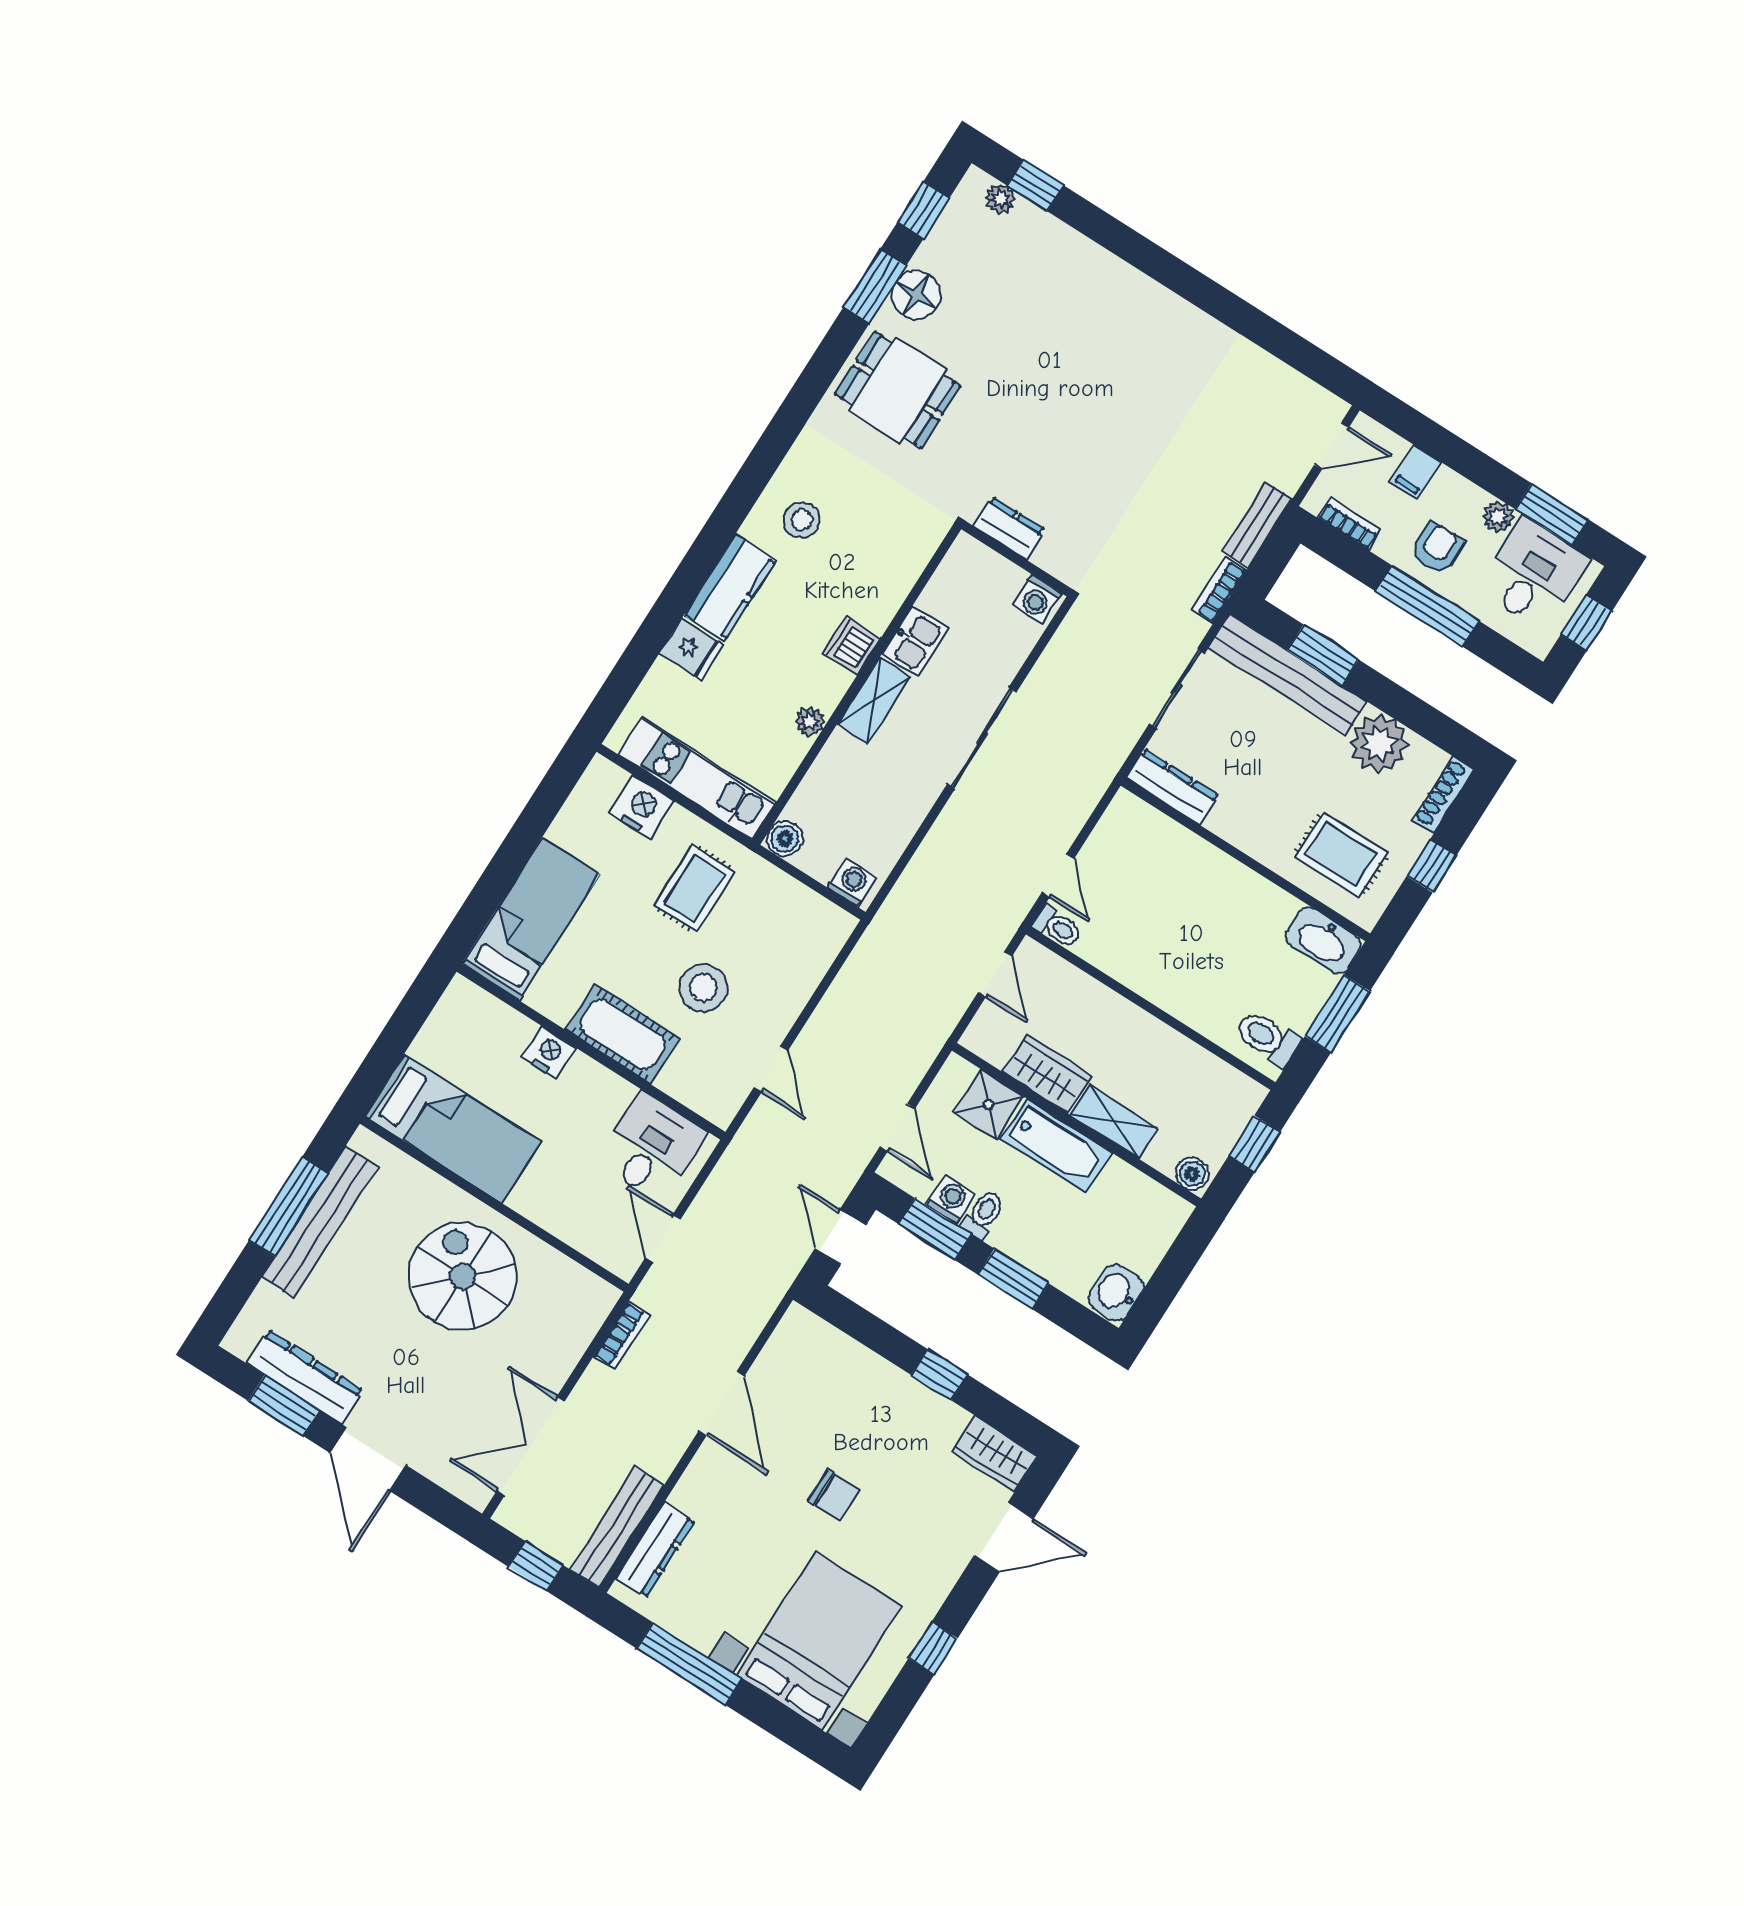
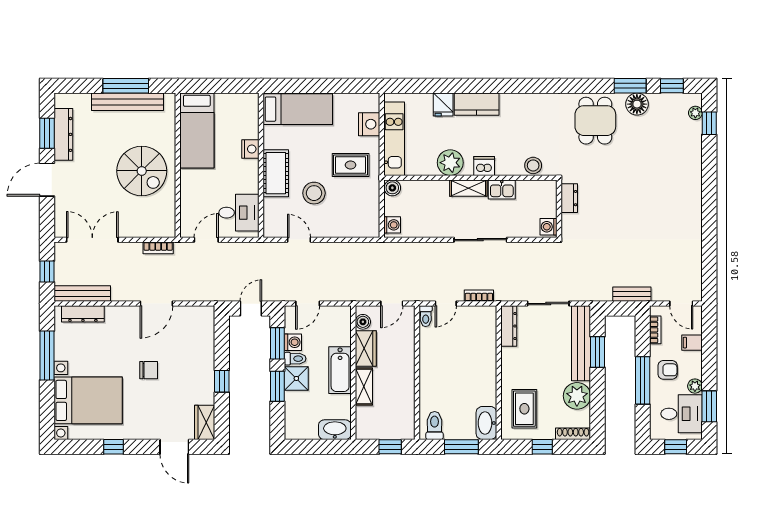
stool: (802, 520) -> (533, 165), moved
bookcase: (1219, 590) -> (479, 296), moved
plant: (810, 722) -> (450, 163), width x1.88, depth x1.88
door: (771, 1069) -> (299, 240), swing flipped
shower: (988, 1104) -> (296, 378), moved
boiler: (1192, 1174) -> (363, 322), moved
spiral stairs: (463, 1276) -> (142, 171), turned 90
washbasin: (1116, 1292) -> (335, 430), moved, width x1.38
chair: (834, 1495) -> (149, 370), turned -90

